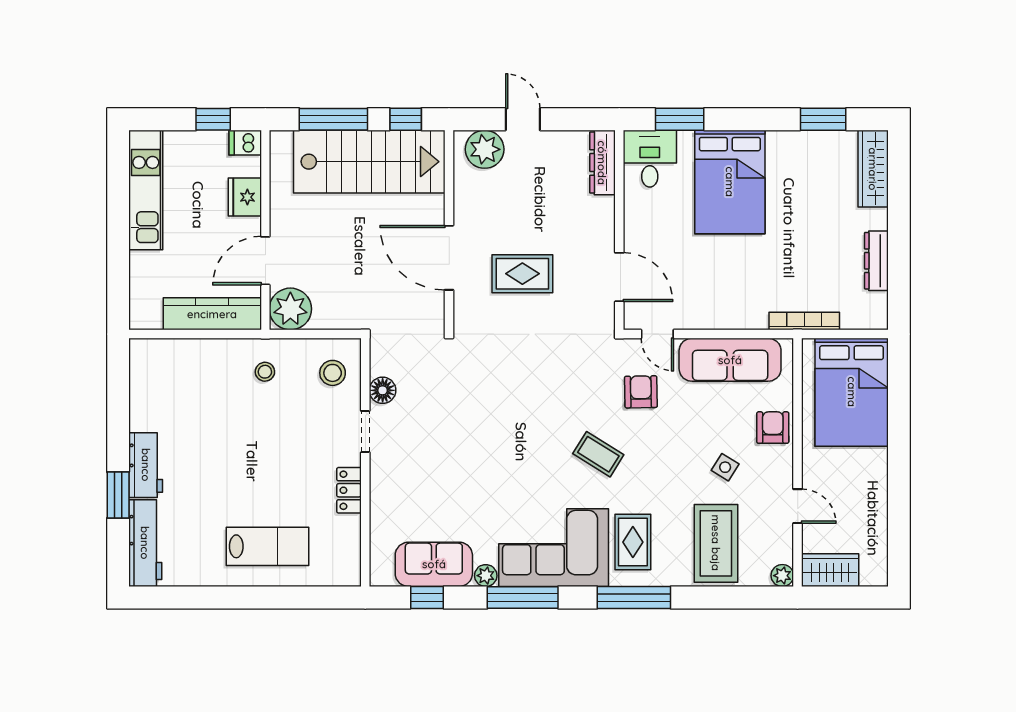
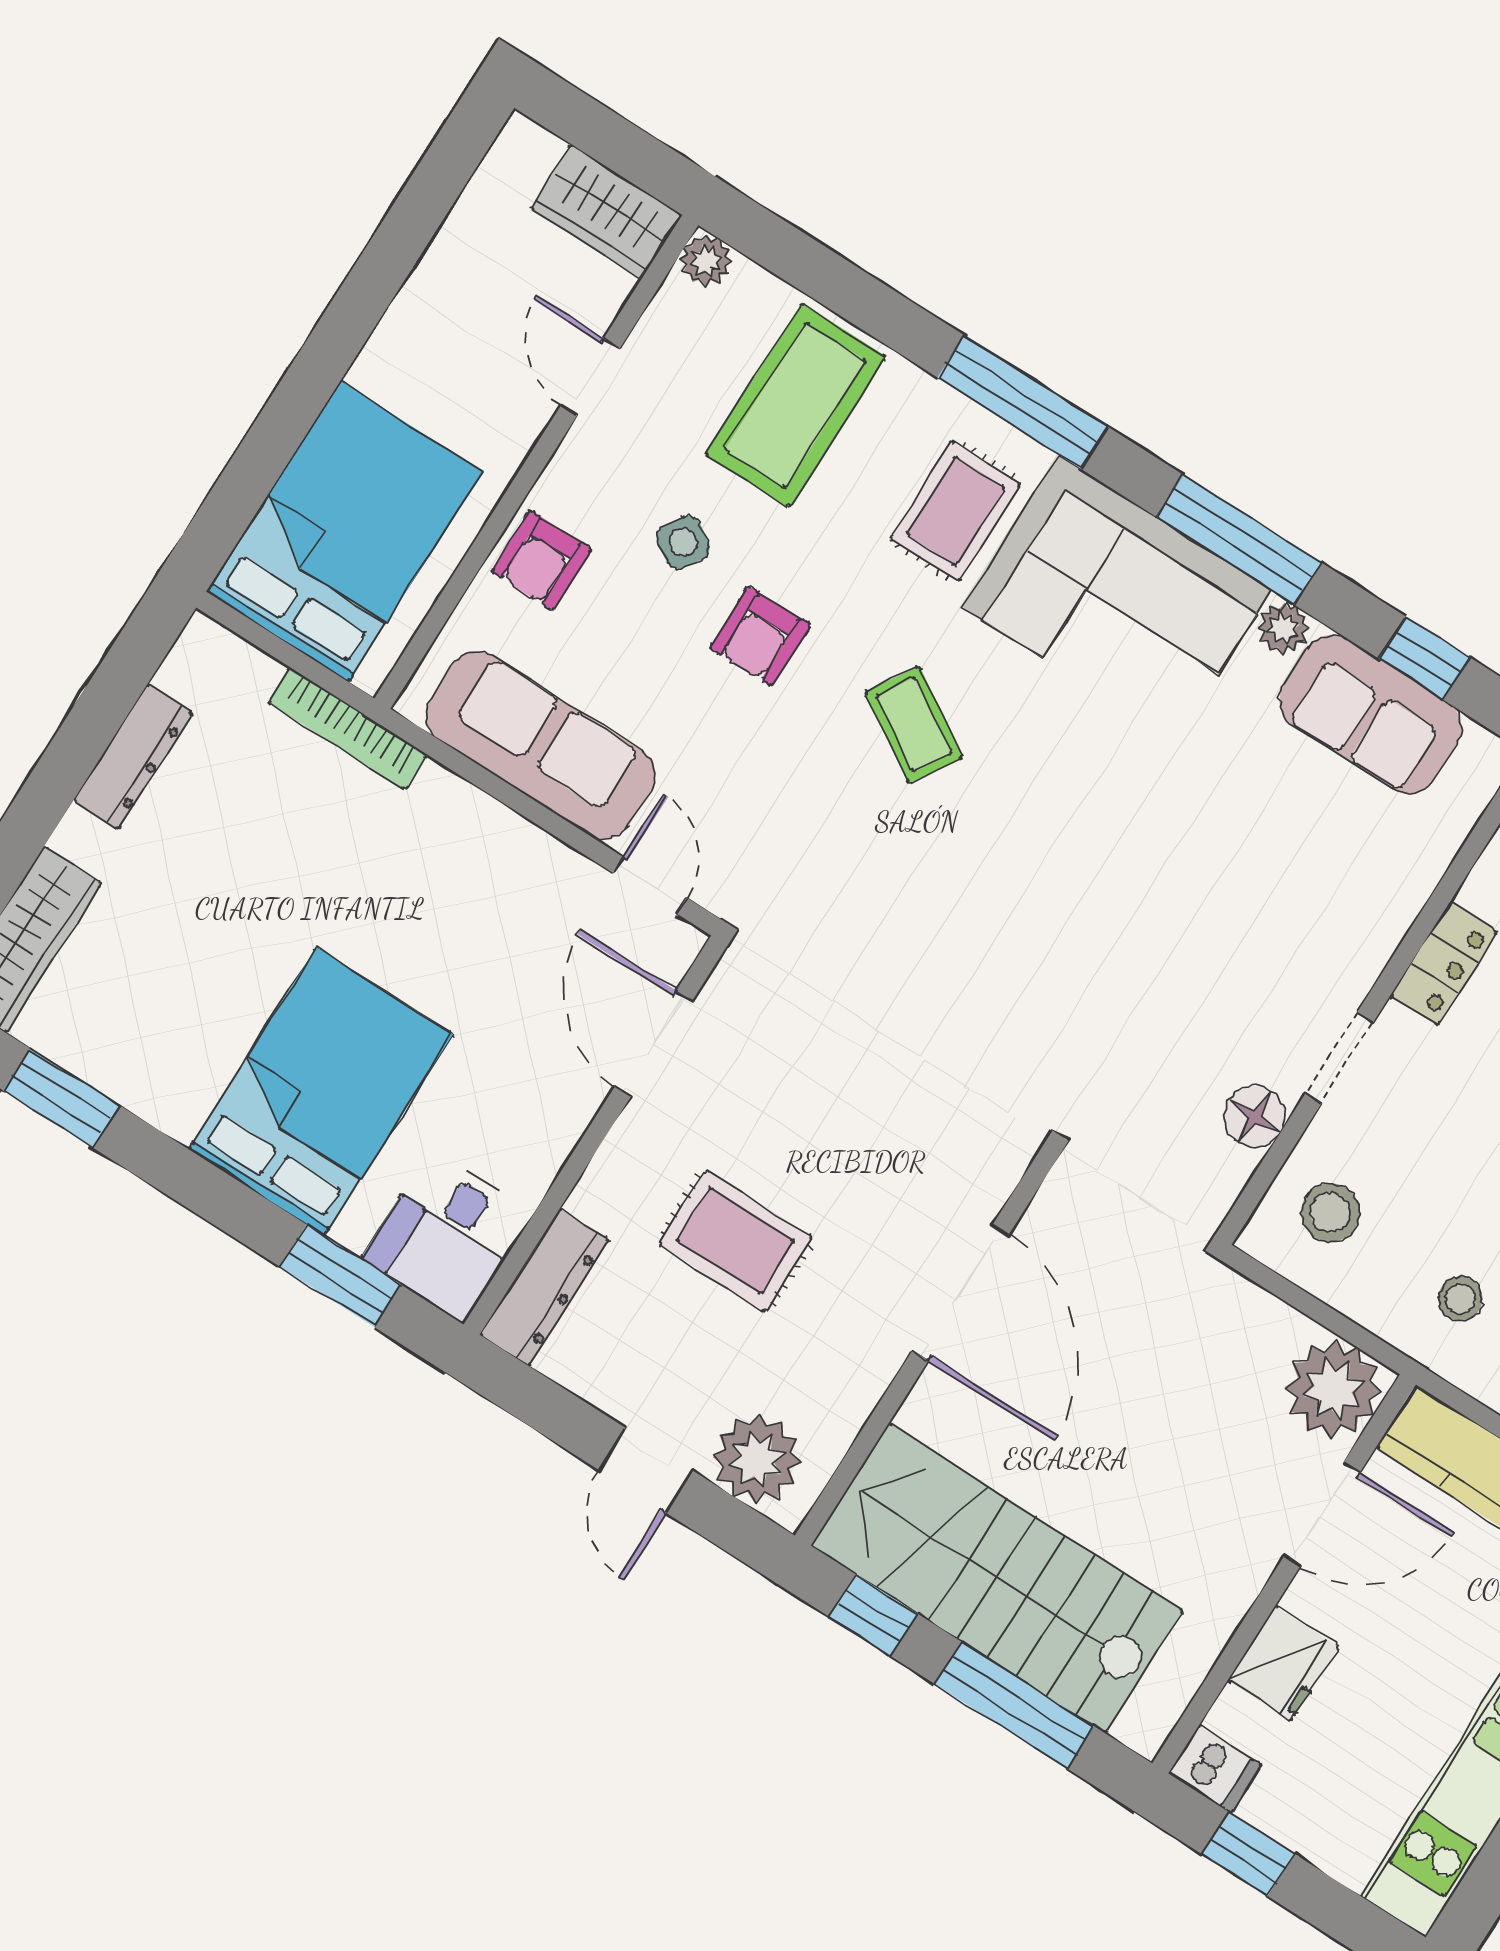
rug: (522, 274) -> (736, 1241), moved
armchair: (641, 392) -> (760, 636), moved

